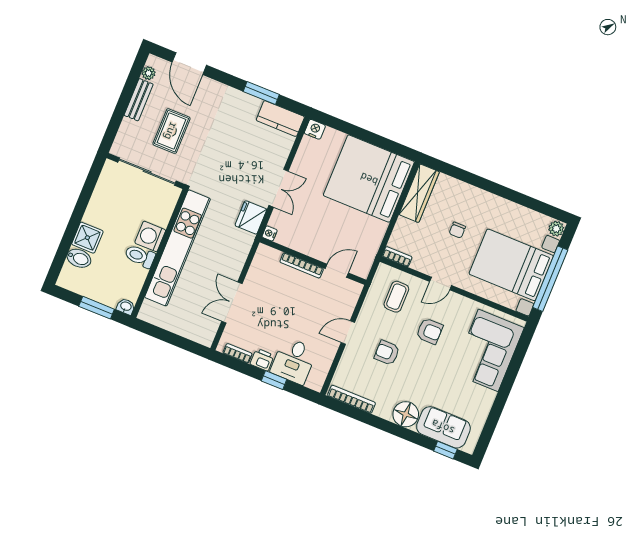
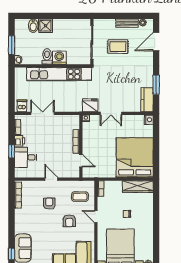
dishwasher: (205, 332) -> (22, 106), added
floor lamp: (406, 414) -> (22, 226), removed

